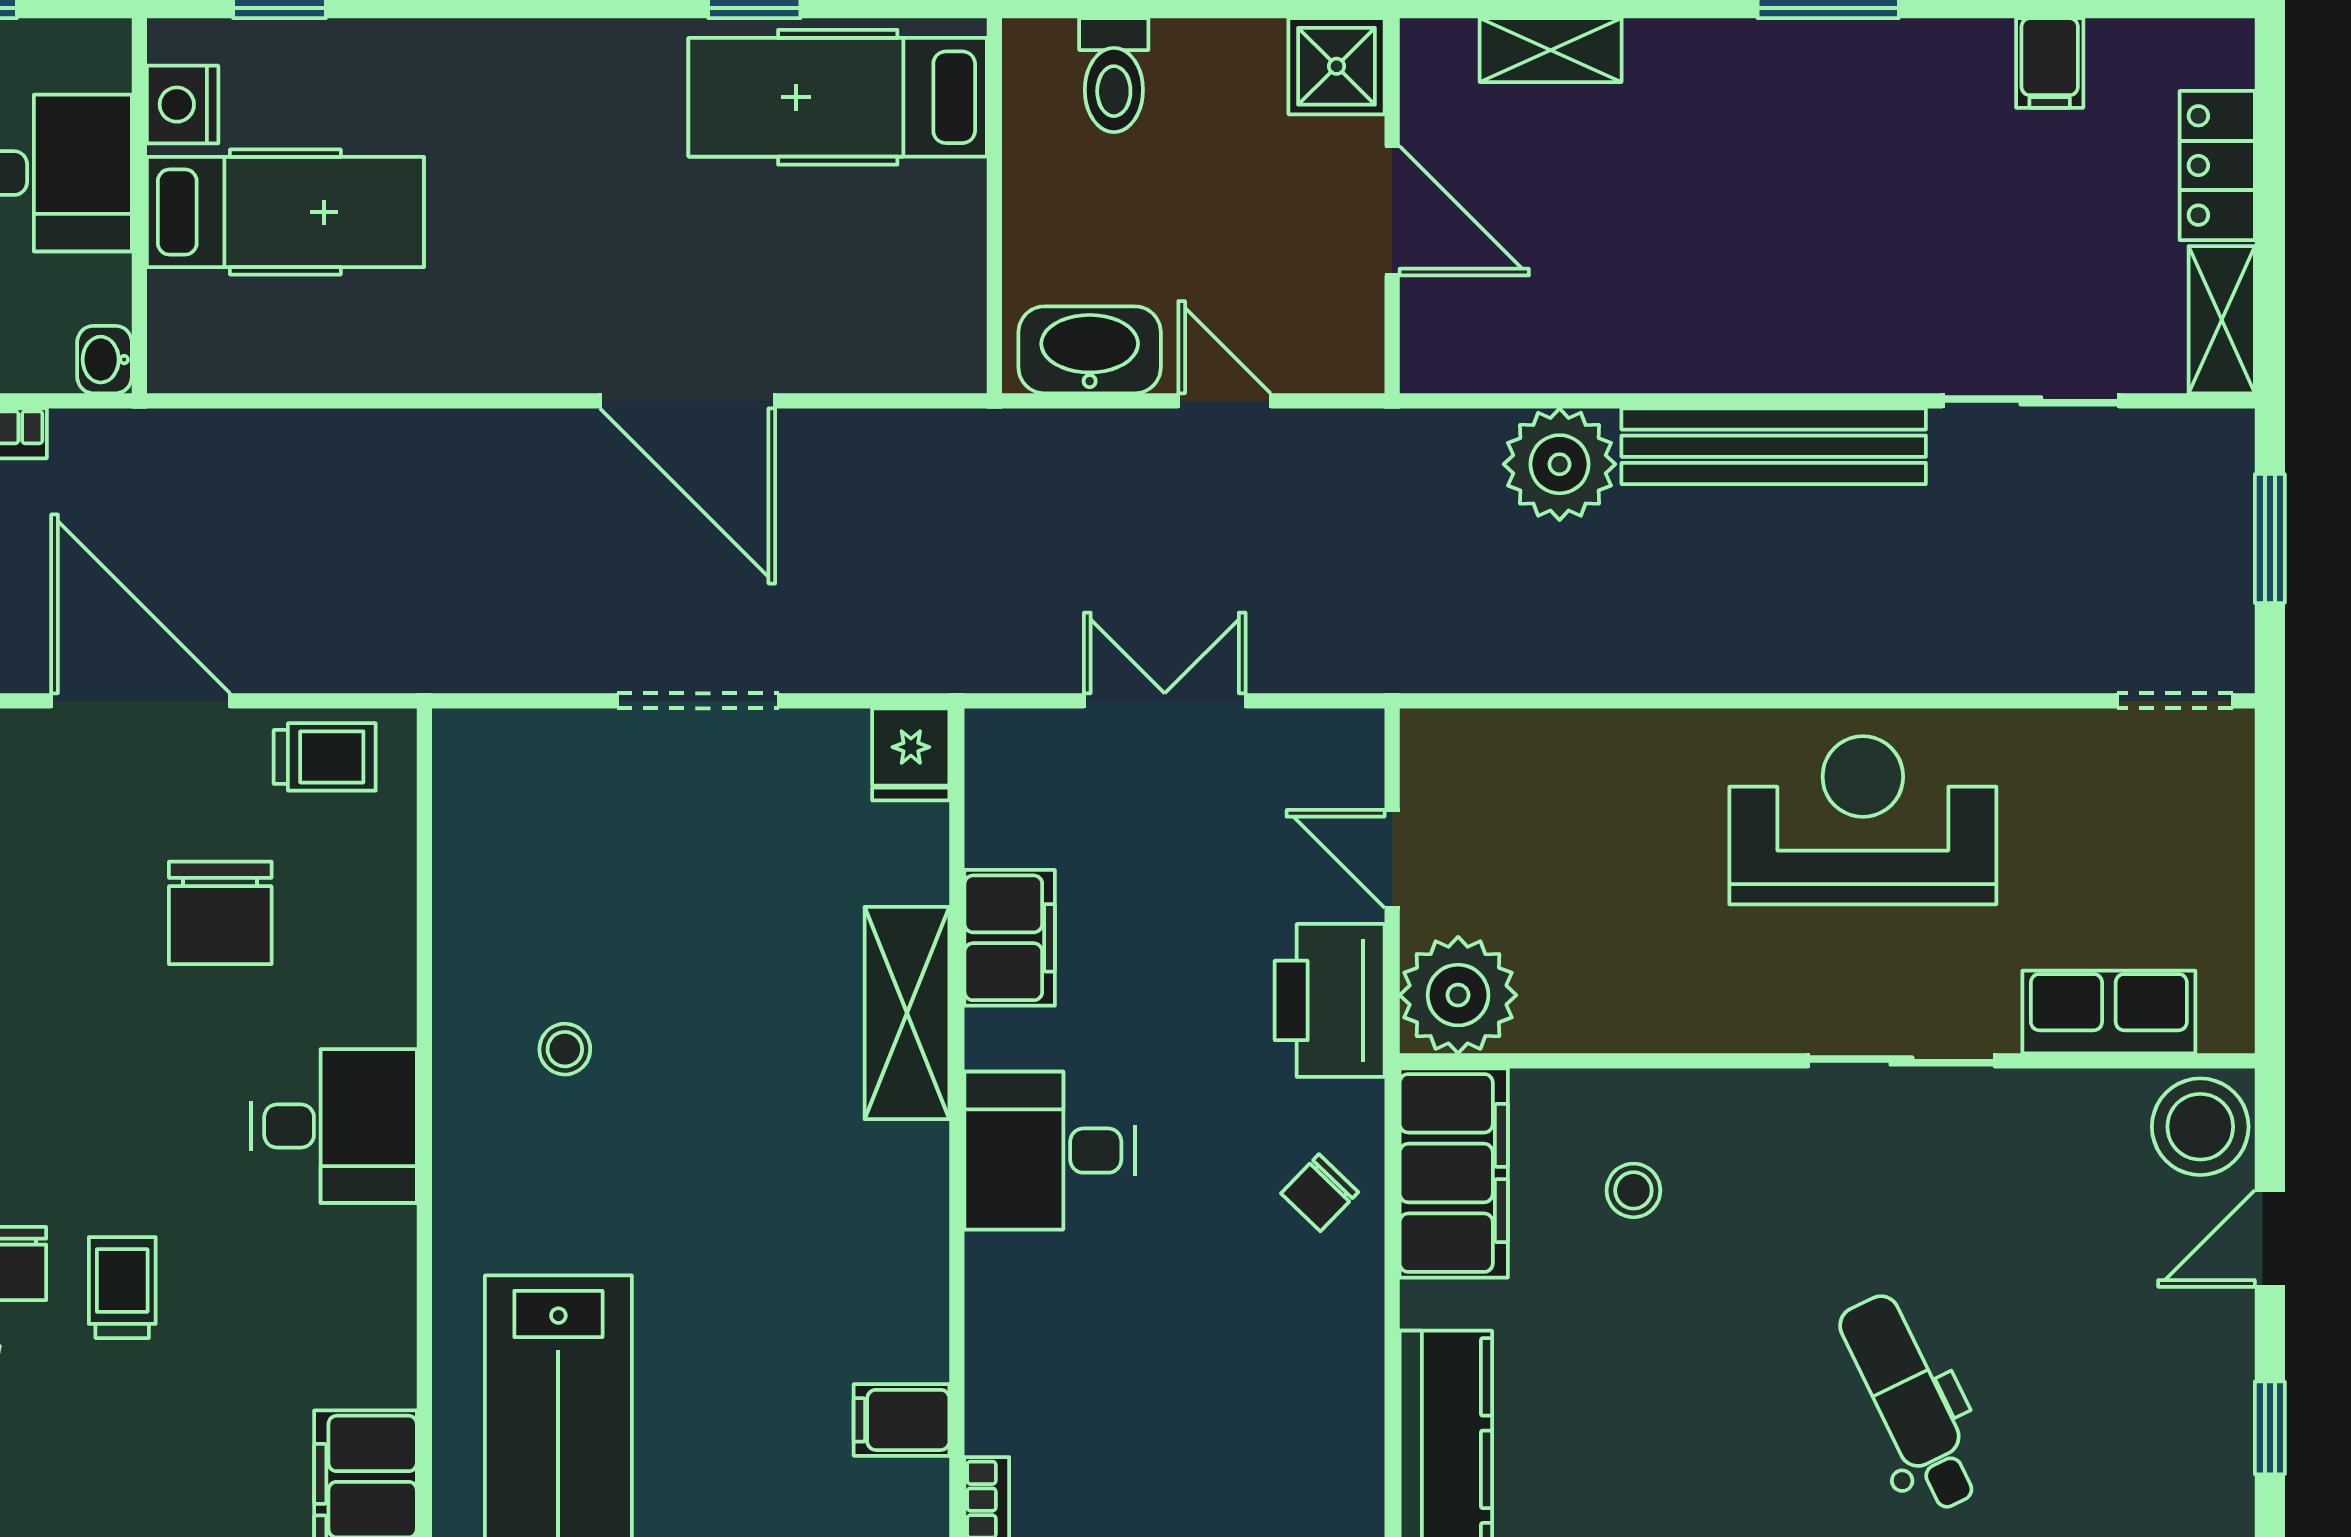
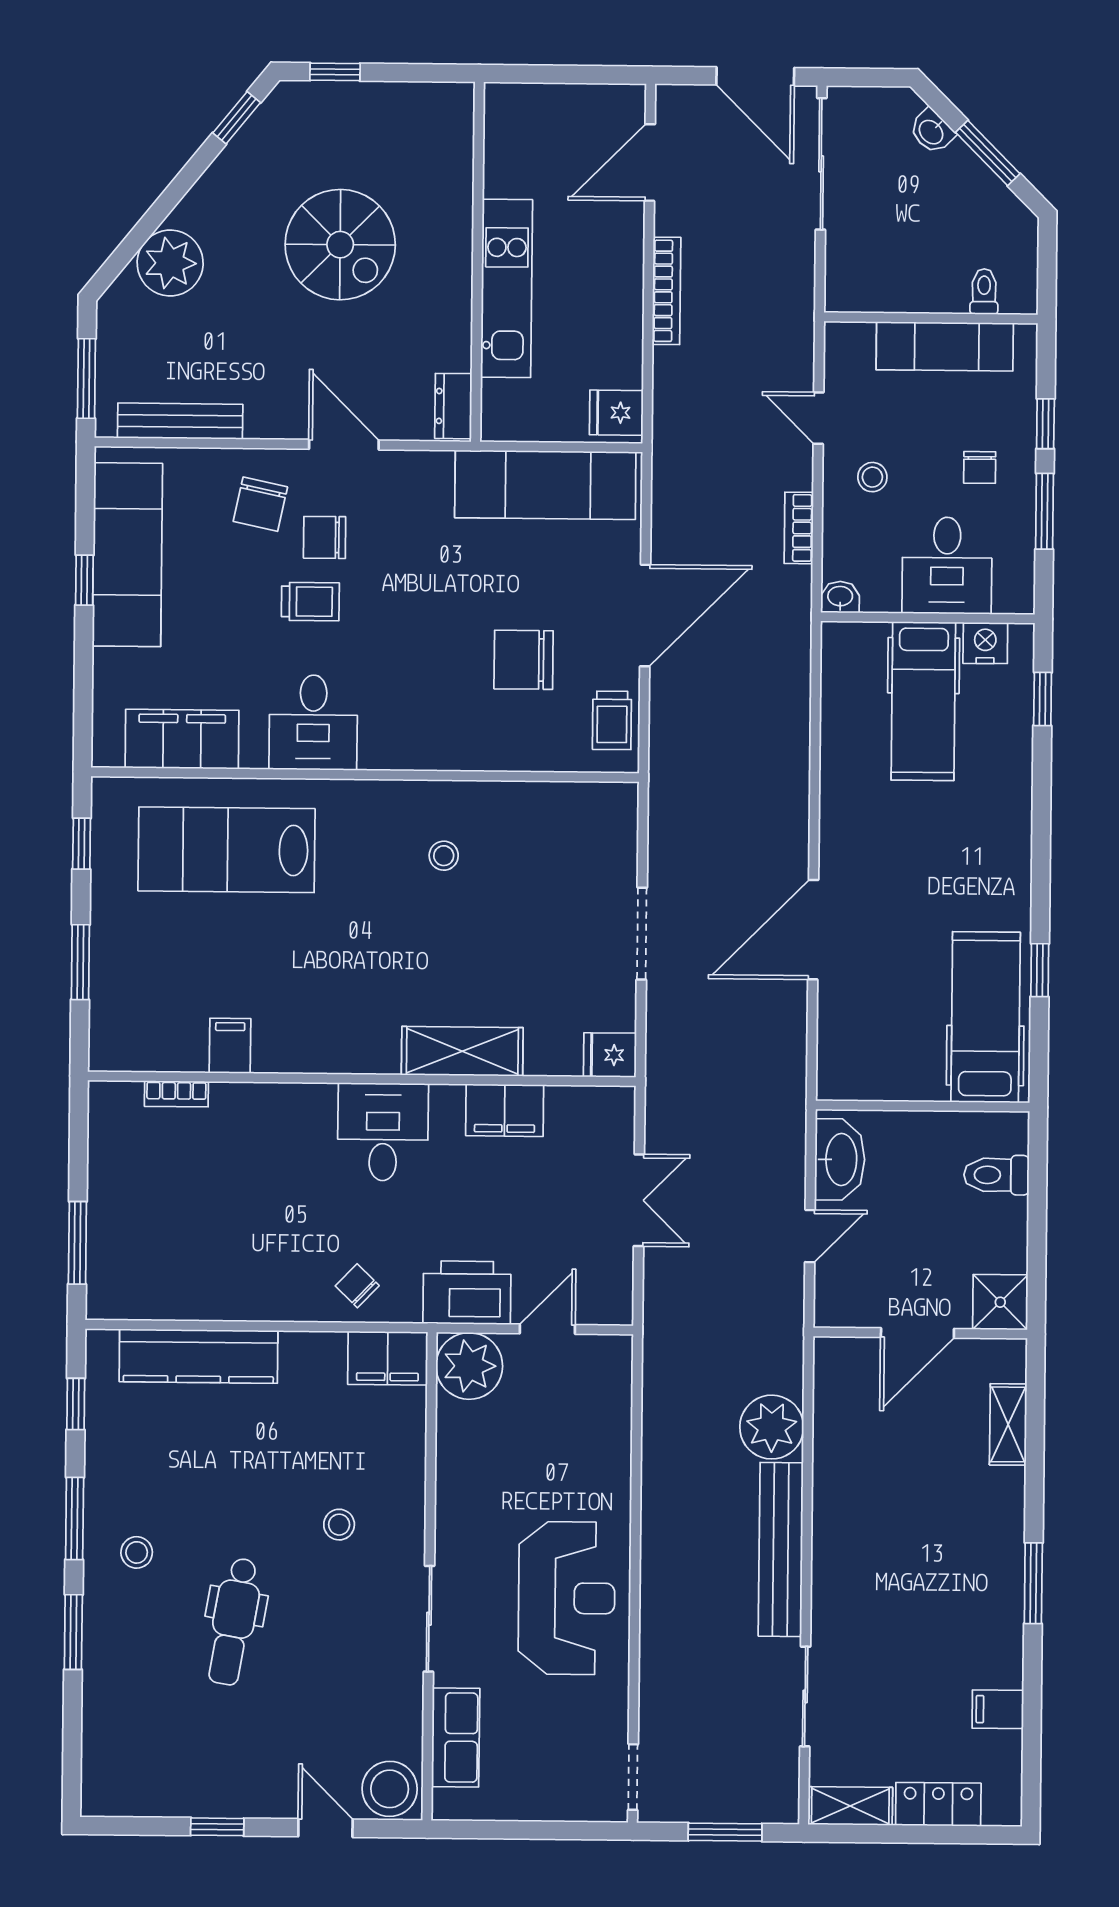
desk: (334, 1126) -> (313, 722), moved
filing cabinet: (1454, 1173) -> (388, 1358), width x0.67, depth x0.86
stool: (1633, 1190) -> (339, 1525), moved
dental chair: (1910, 1403) -> (234, 1622), turned 126

